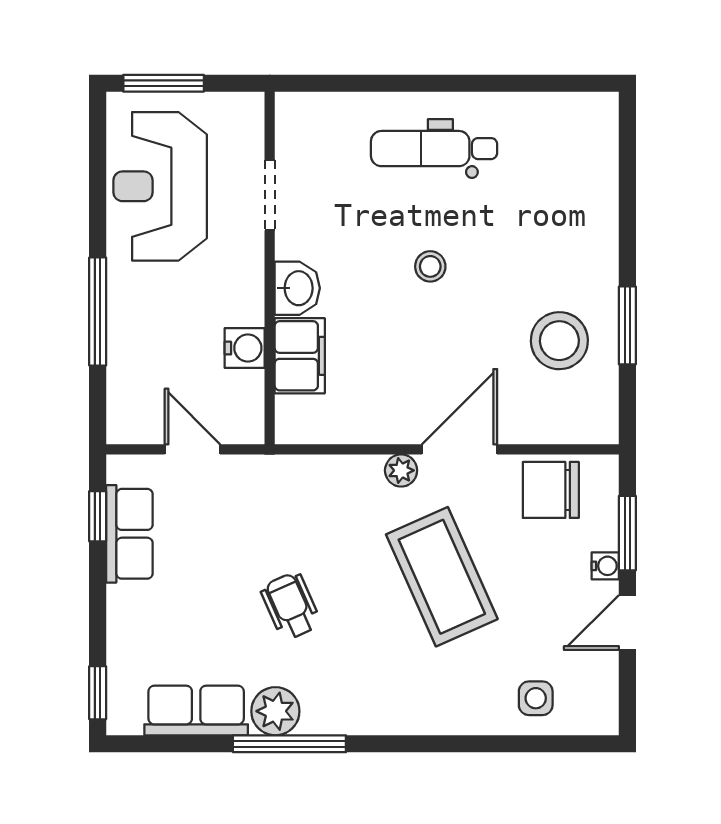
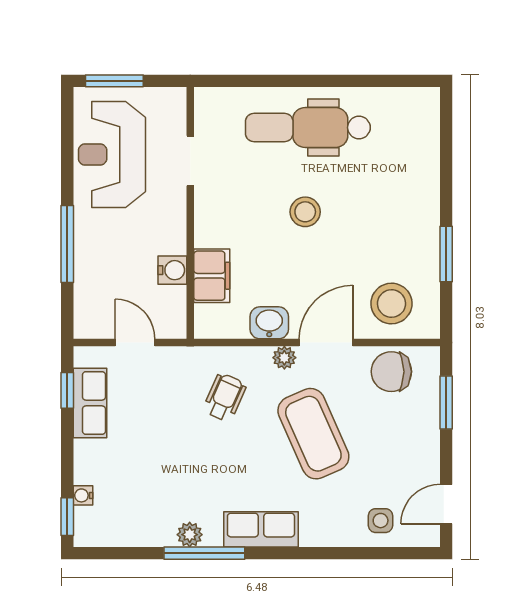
dental chair: (434, 149) -> (308, 128), width x1.36, depth x1.38
stool: (430, 266) -> (305, 212), width x1.37, depth x1.37
washbasin: (297, 288) -> (269, 323), moved, turned -90
stool: (559, 341) -> (391, 304), moved
water cooler: (605, 566) -> (83, 495), moved, turned 180
wheelchair: (291, 606) -> (225, 397), moved, turned 48
door: (627, 622) -> (446, 504), moved
row of seats: (196, 710) -> (261, 529), moved
plant: (275, 711) -> (190, 535), width x0.73, depth x0.73

